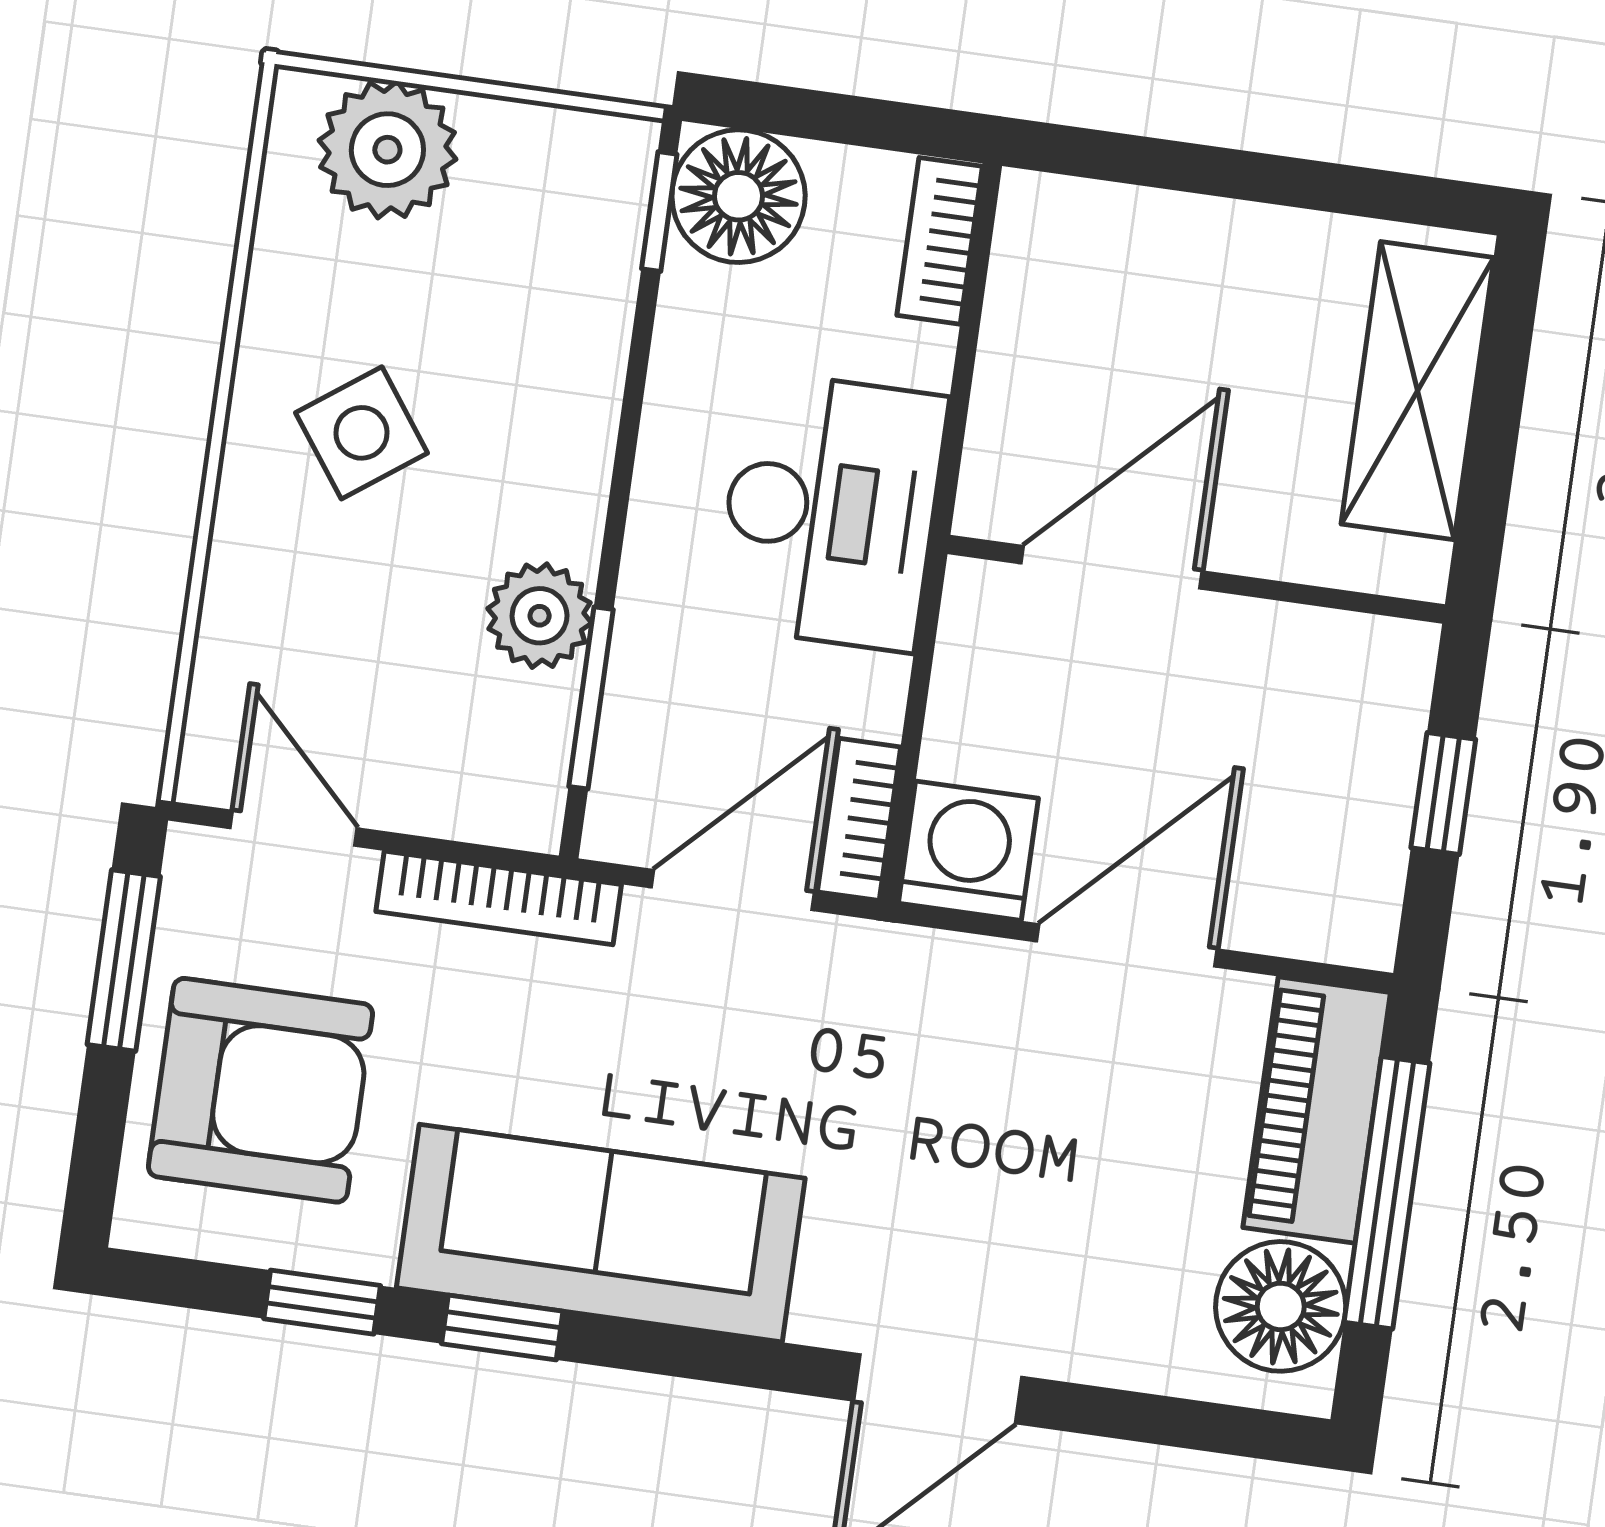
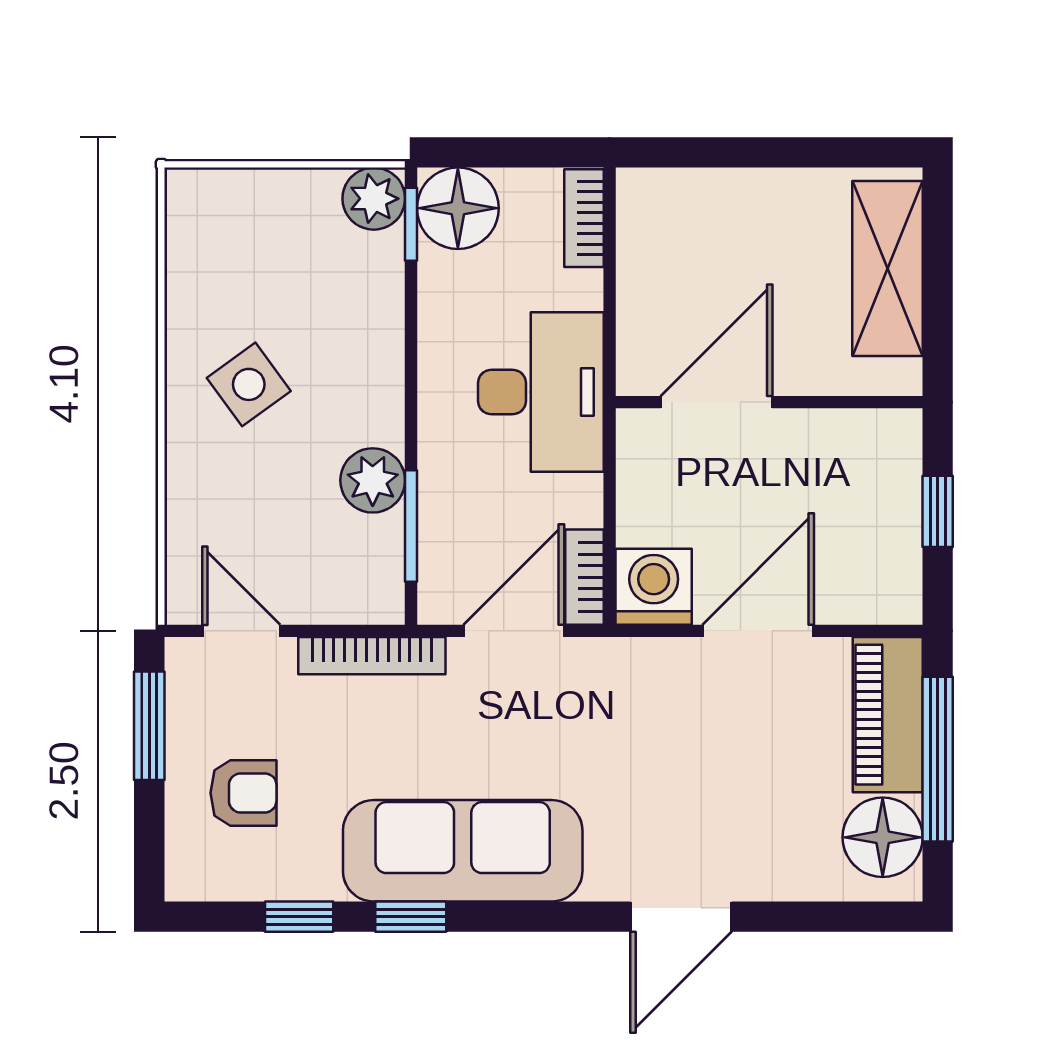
plant: (387, 150) -> (374, 199), moved, width x0.73, depth x0.73
armchair: (260, 1090) -> (244, 793), width x0.53, depth x0.53

